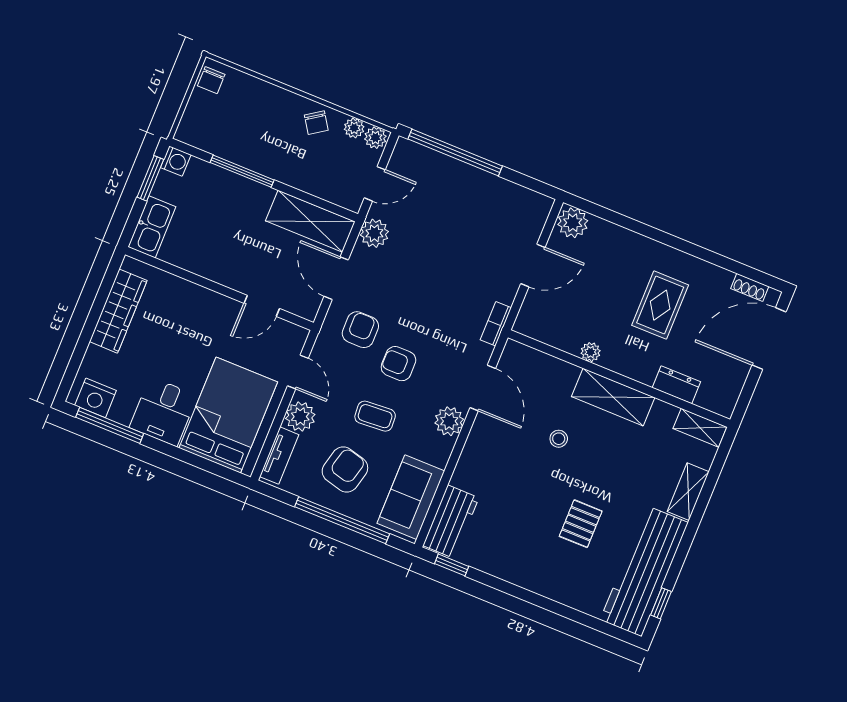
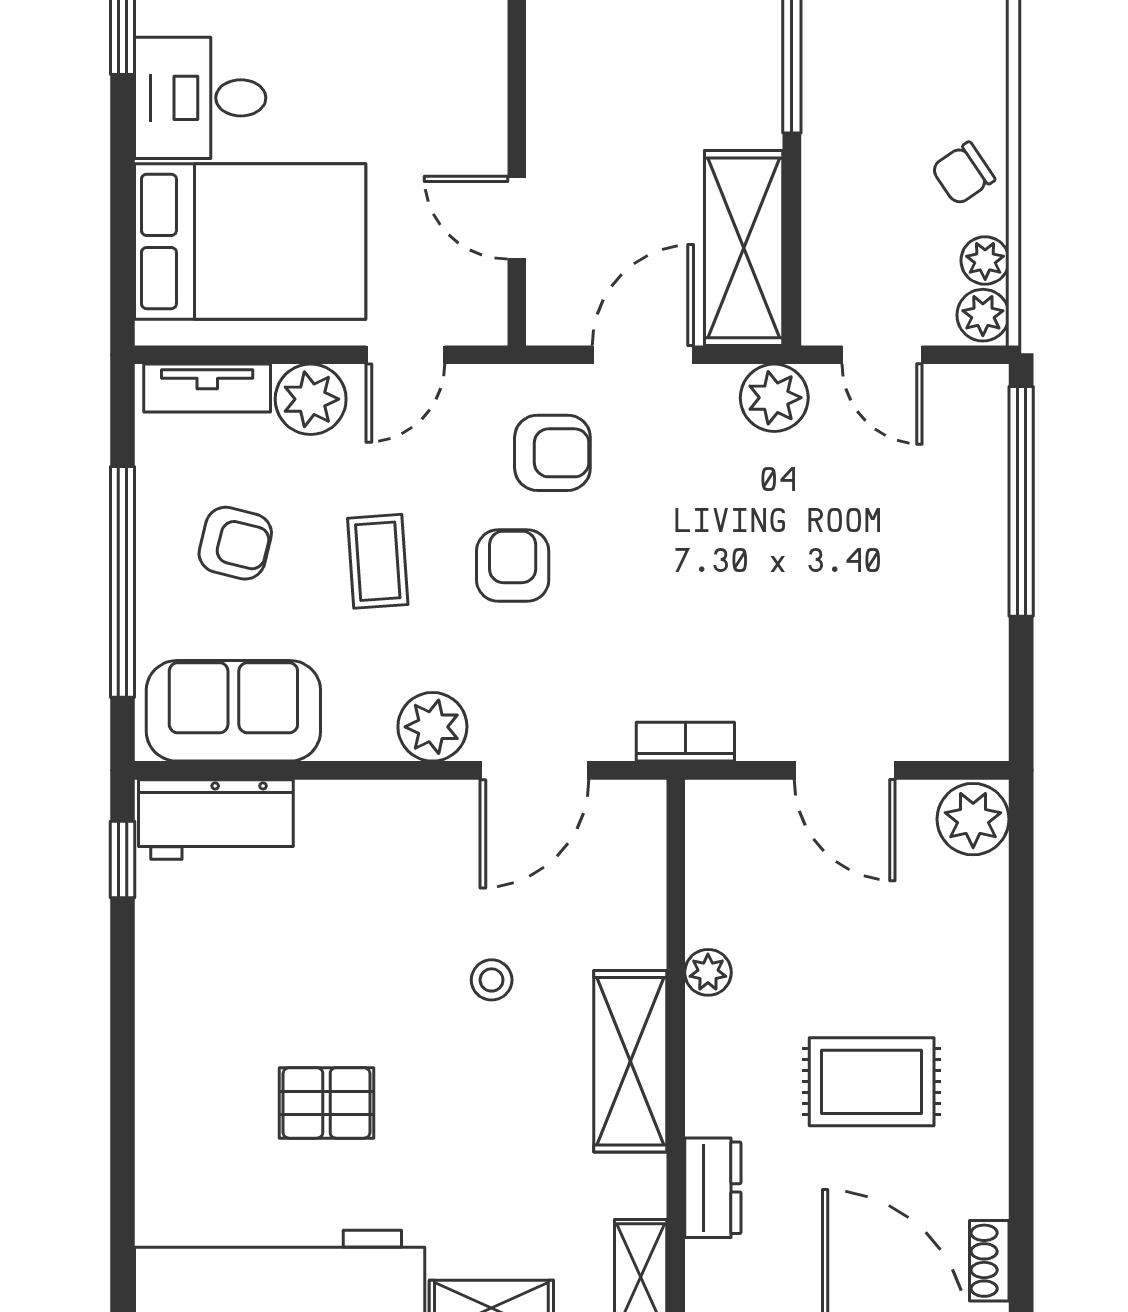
armchair: (345, 469) -> (235, 543), width x0.72, depth x0.72

